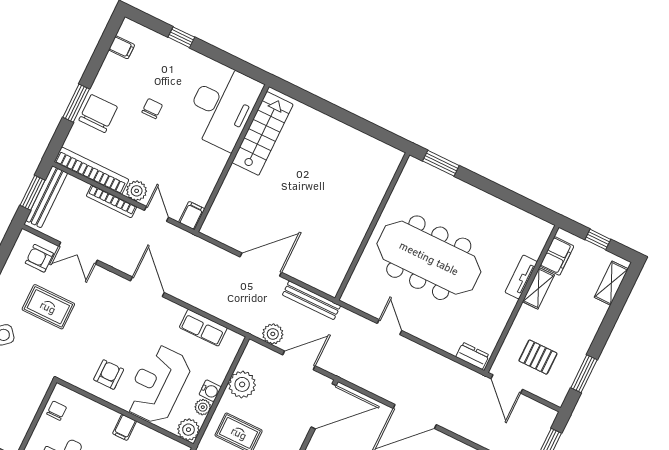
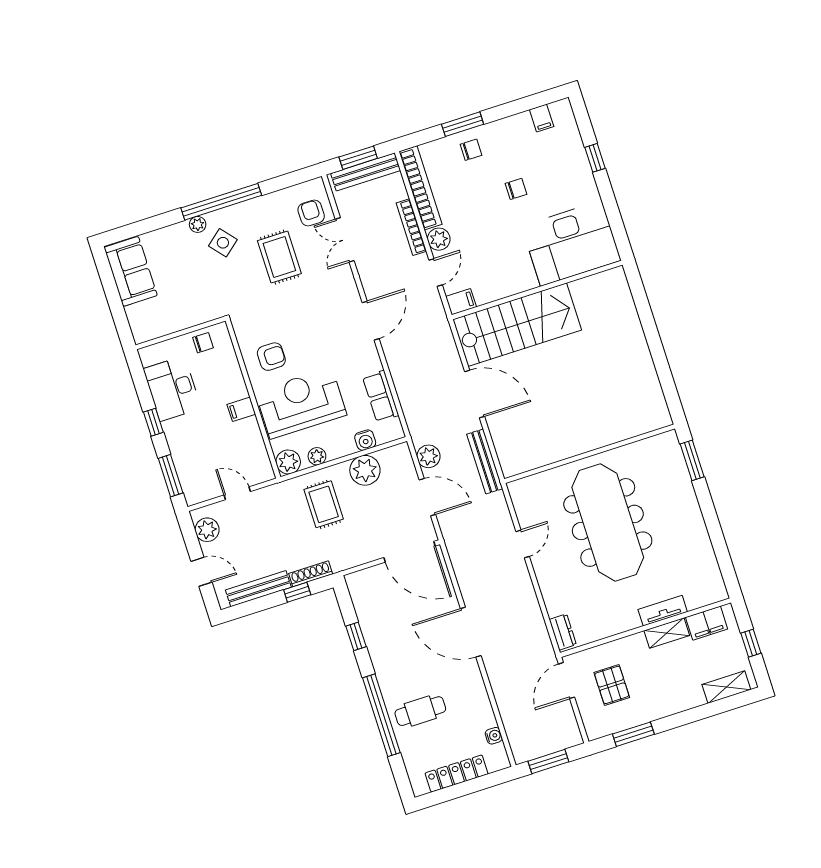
chair: (98, 114) -> (471, 150), width x0.54, depth x0.54
stairs: (263, 133) -> (517, 325), moved, width x1.36, depth x1.51
water cooler: (210, 391) -> (365, 440), moved

